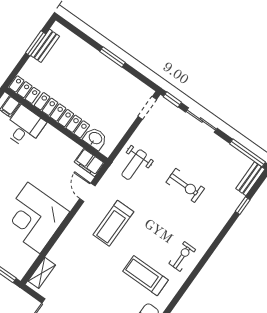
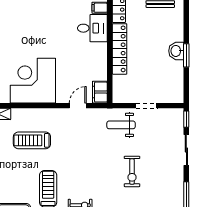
doorway: (147, 108) -> (146, 106), moved
washbasin: (95, 138) -> (176, 51), moved, turned 180
treadmill: (113, 223) -> (32, 140), moved

